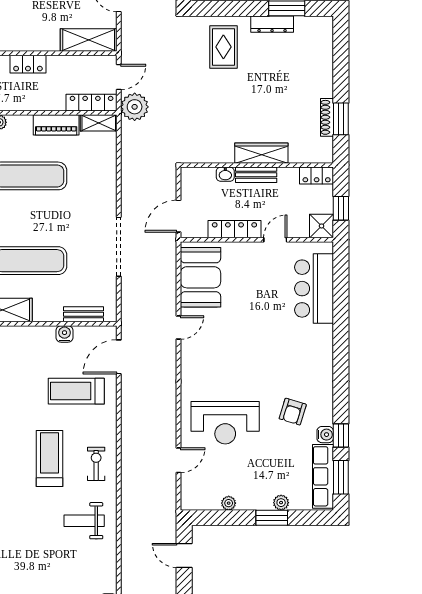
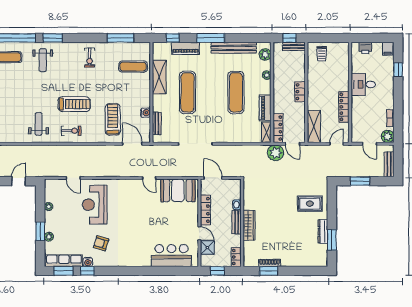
shower: (322, 226) -> (207, 247), moved

